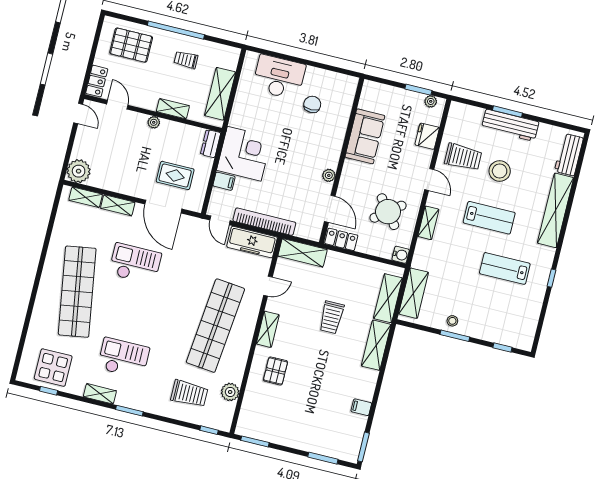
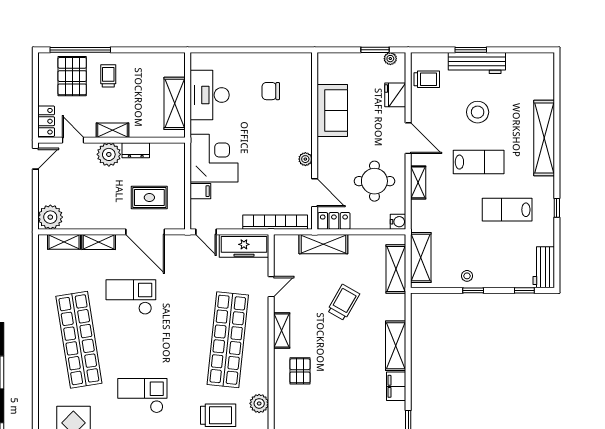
window: (176, 30) -> (80, 50), moved
pallet: (131, 45) -> (72, 76), turned 90
trolley: (186, 60) -> (108, 76), moved, turned 90
desk: (279, 77) -> (210, 95), moved, turned -90
chair: (312, 104) -> (271, 91), turned -90
shelving: (173, 109) -> (112, 130), moved
door: (78, 113) -> (35, 159), hinge flipped
plant: (154, 122) -> (109, 154), width x1.88, depth x1.88
dresser: (211, 144) -> (136, 150), moved, turned -90
workbench: (569, 155) -> (544, 267), moved
trolley: (463, 157) -> (427, 79), moved, width x0.73, depth x0.72
door: (429, 179) -> (408, 138), width x1.38
round table: (388, 212) -> (374, 181), turned 38
bookcase: (264, 222) -> (275, 222), moved
shelving: (303, 253) -> (323, 244), moved
trolley: (332, 317) -> (343, 302), turned -150
window: (455, 336) -> (473, 290), width x0.67
shelving: (376, 345) -> (396, 346), moved
filing cabinet: (361, 407) -> (396, 386), width x2.00

